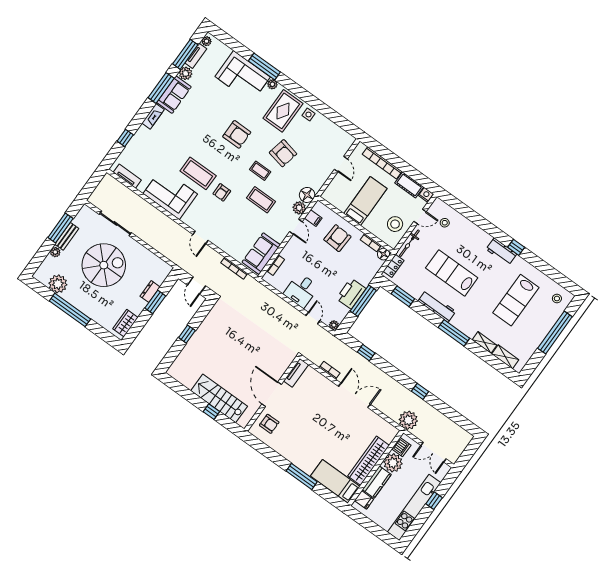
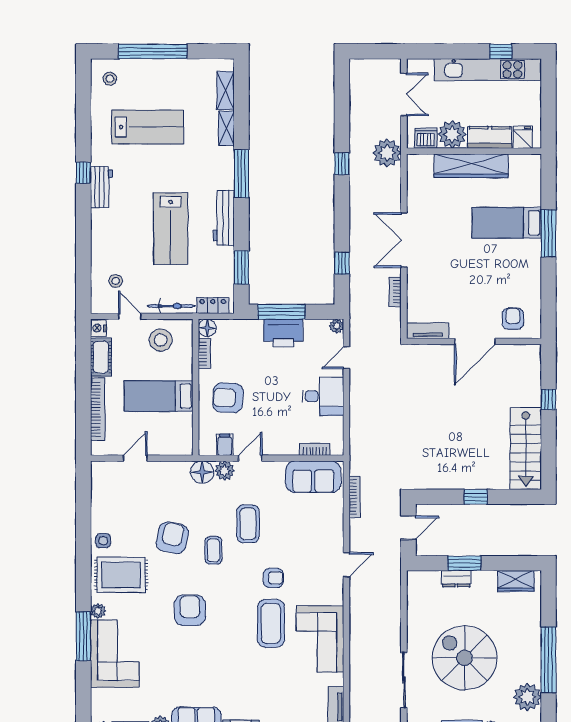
stairs: (219, 398) -> (526, 448), moved
bed: (335, 481) -> (507, 223), moved, turned 90
window: (434, 501) -> (501, 51), moved

